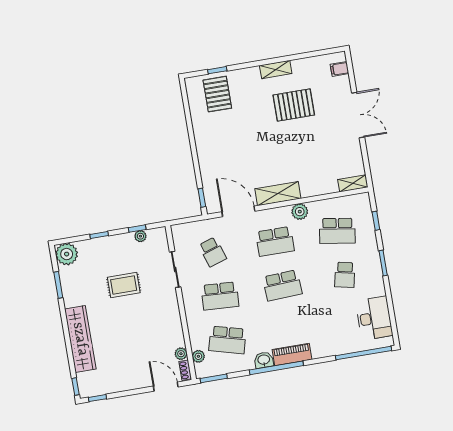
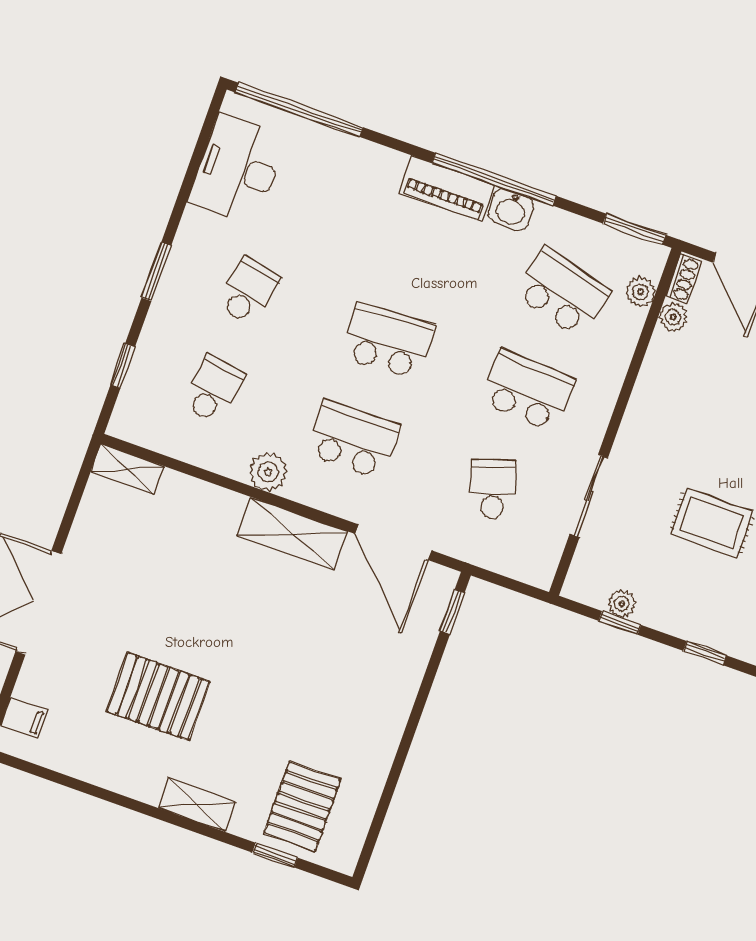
shelving: (276, 70) -> (197, 805), moved
school desk: (337, 231) -> (213, 390), width x0.54

